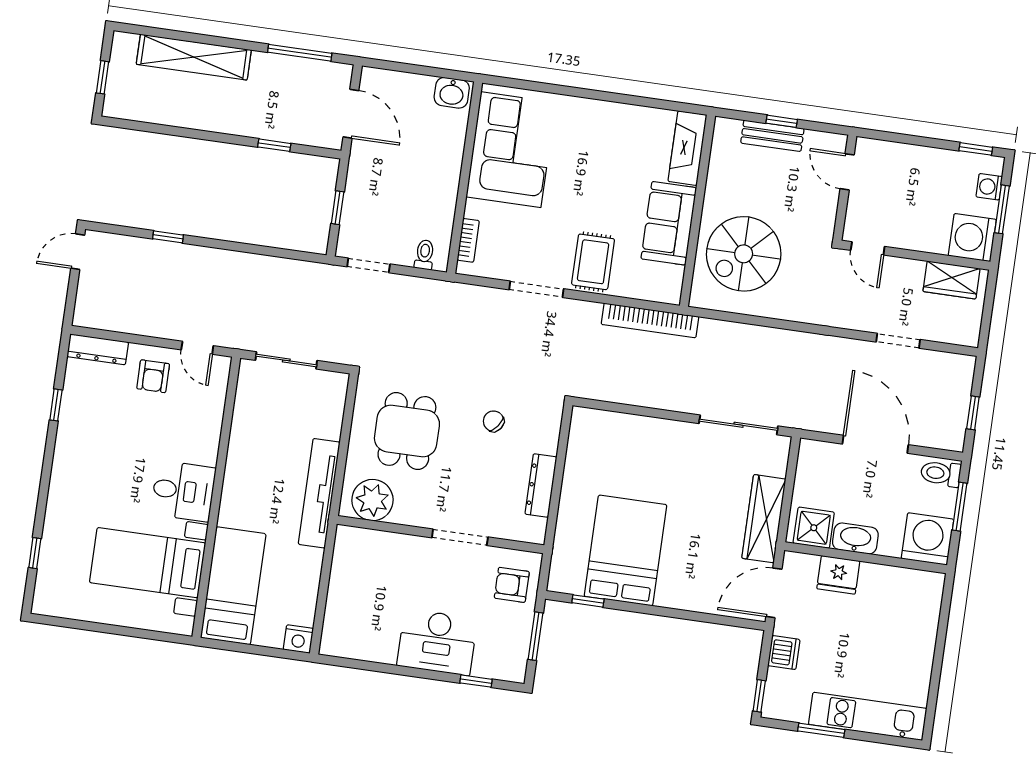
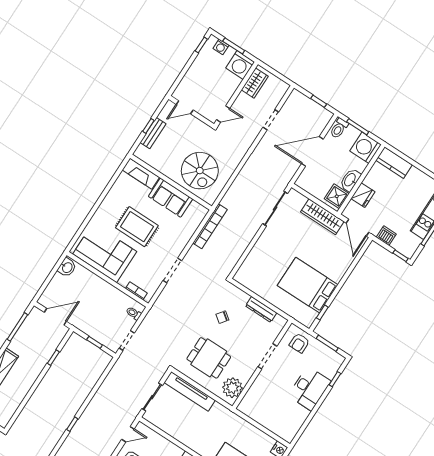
rug: (593, 262) -> (137, 227), moved, width x1.36, depth x1.43
tv unit: (319, 493) -> (190, 391), moved
kitchen counter: (925, 604) -> (394, 163), added

